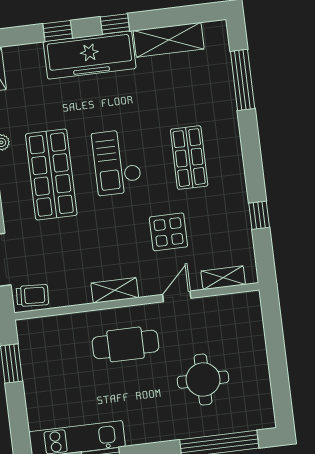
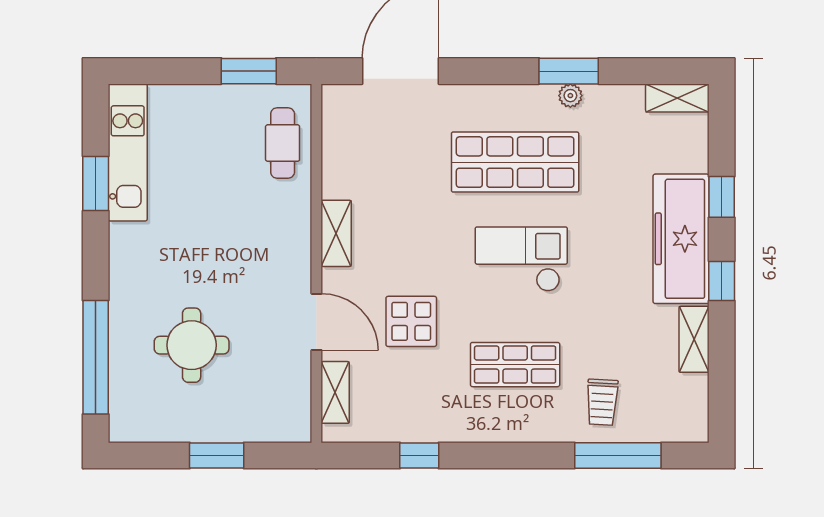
shelving: (169, 40) -> (694, 339), width x0.67, depth x0.75
trolley: (32, 295) -> (602, 402), moved
door: (177, 296) -> (316, 322), width x1.38
cafe table: (126, 344) -> (283, 143), moved, width x0.73, depth x0.74
window: (276, 353) -> (217, 456), added

